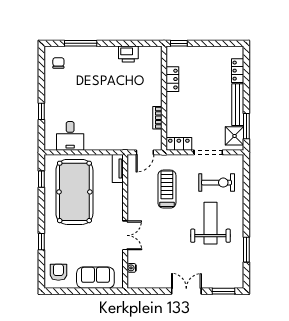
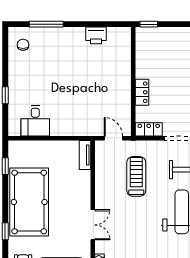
locker: (172, 79) -> (142, 92), moved
bookcase: (157, 118) -> (126, 102), removed
door: (145, 152) -> (113, 138), swing flipped
pool table: (74, 192) -> (29, 202), moved

